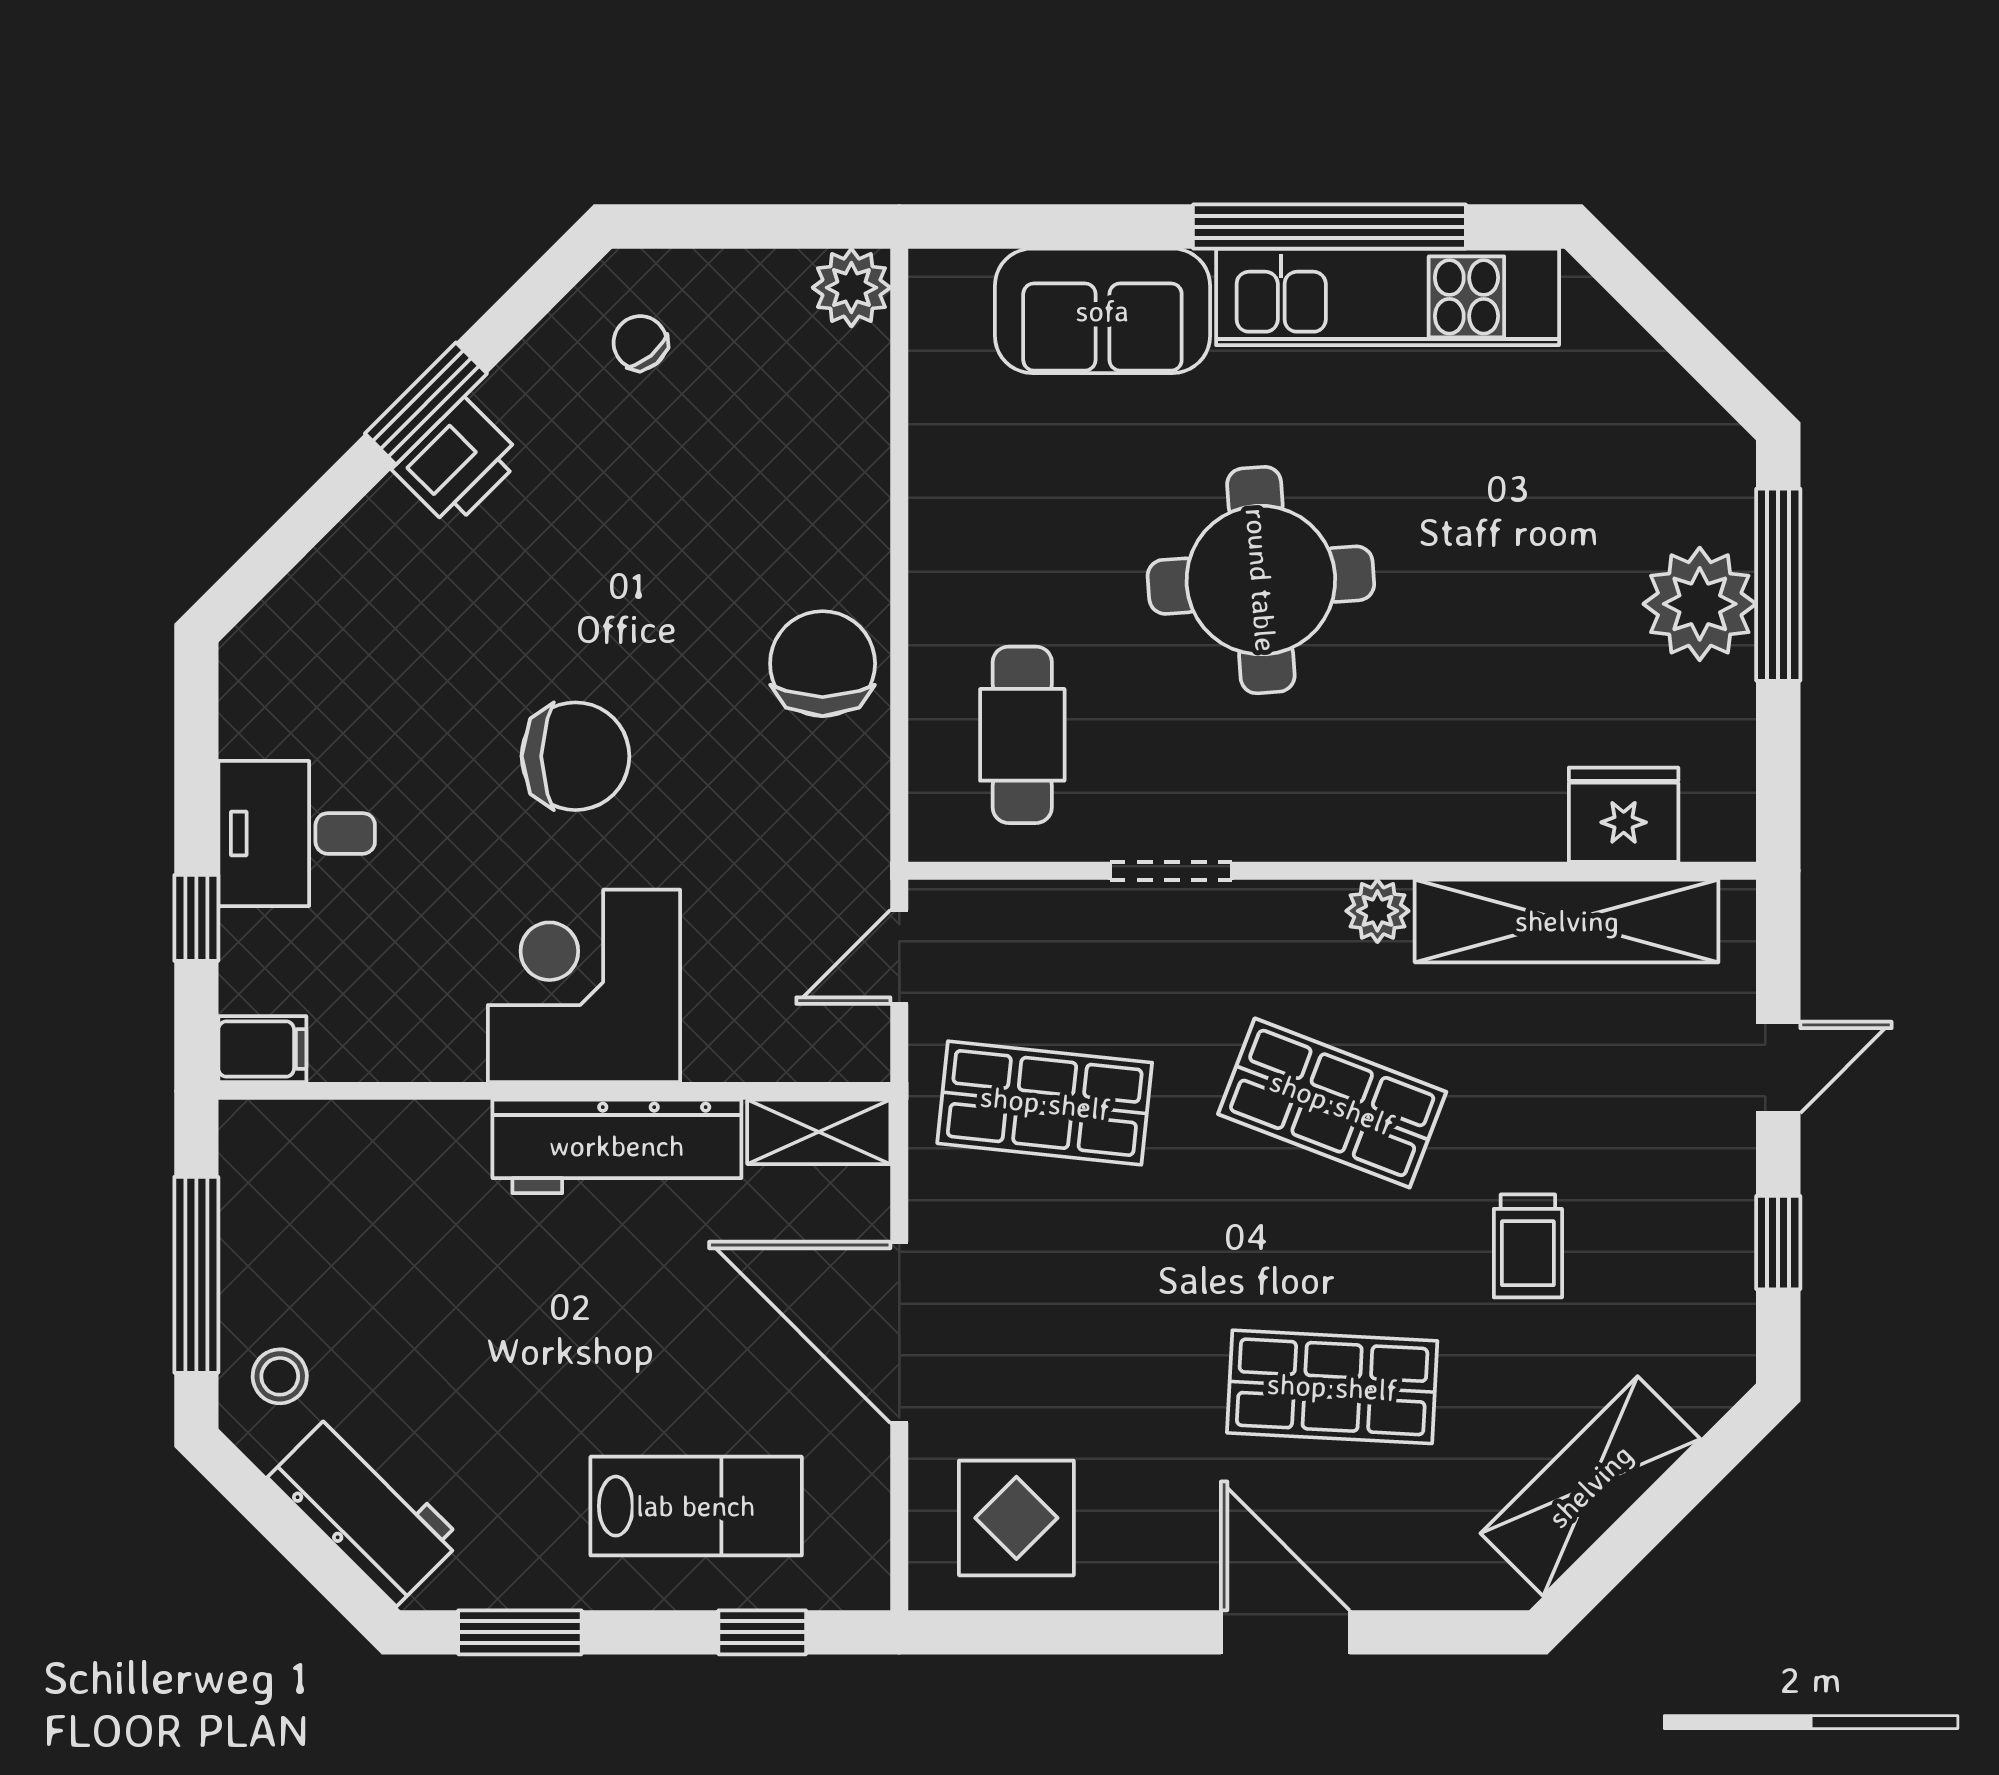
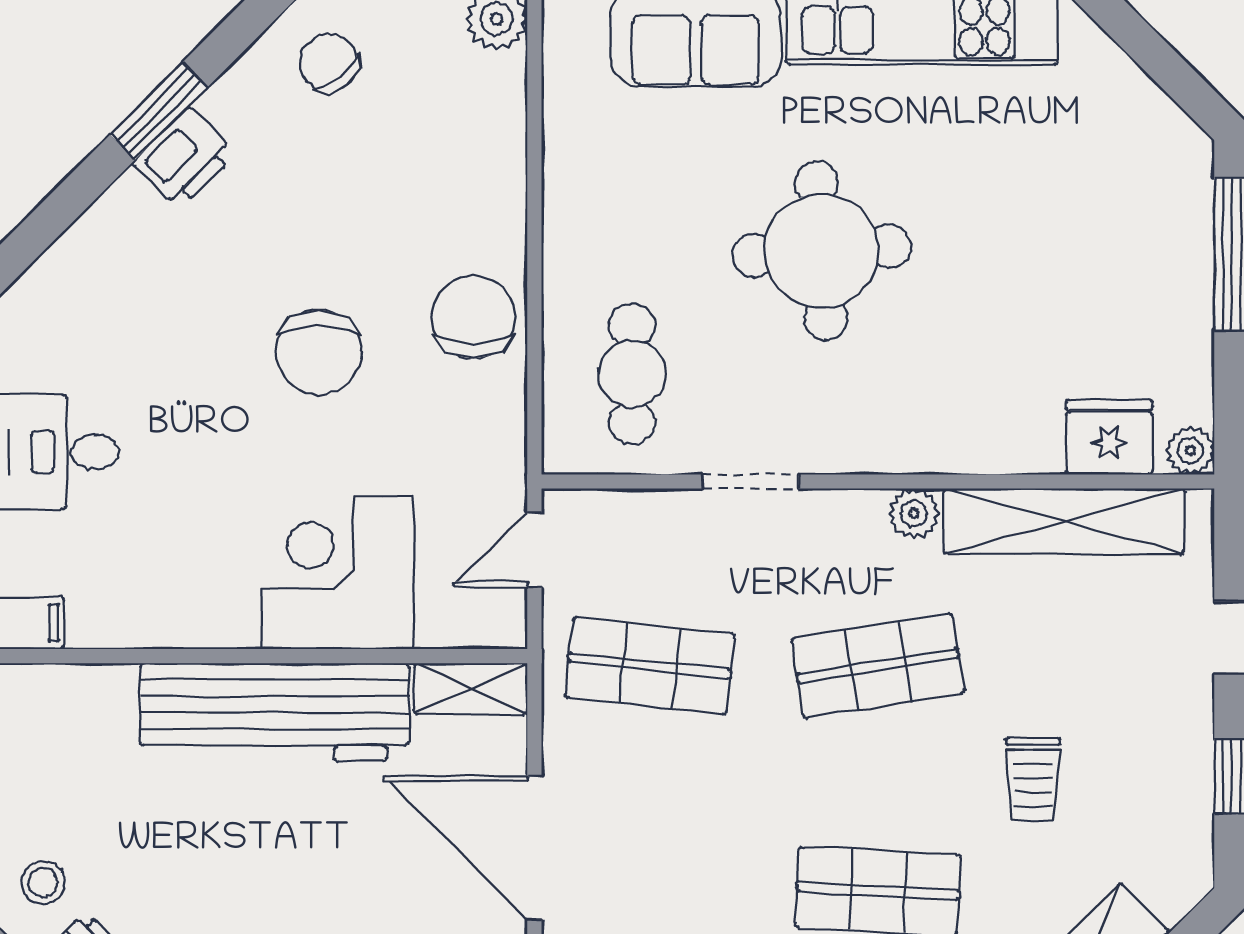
chair: (640, 343) -> (329, 63), width x1.37, depth x1.37
plant: (1700, 604) -> (1190, 451), moved, width x0.53, depth x0.53
chair: (575, 756) -> (319, 352), moved, turned 90
corner desk: (584, 986) -> (338, 573), moved
shop shelf: (1332, 1103) -> (878, 666), turned -30
workbench: (617, 1146) -> (275, 712), width x1.36, depth x1.32

